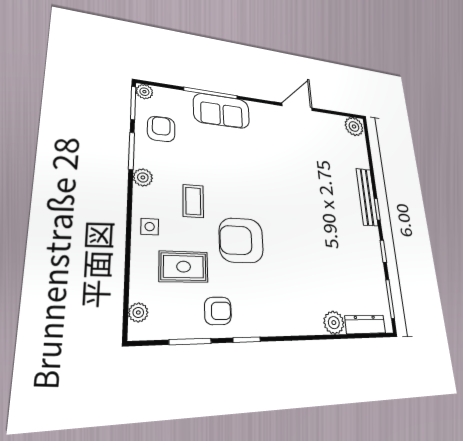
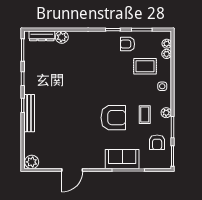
plant: (144, 92) -> (167, 54), moved
coffee table: (193, 201) -> (145, 115), moved
armchair: (241, 240) -> (113, 118), moved

